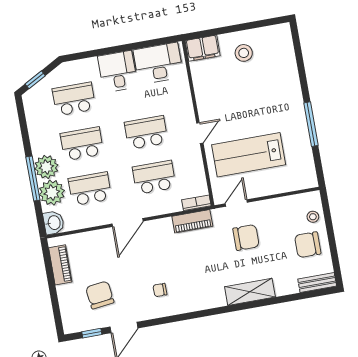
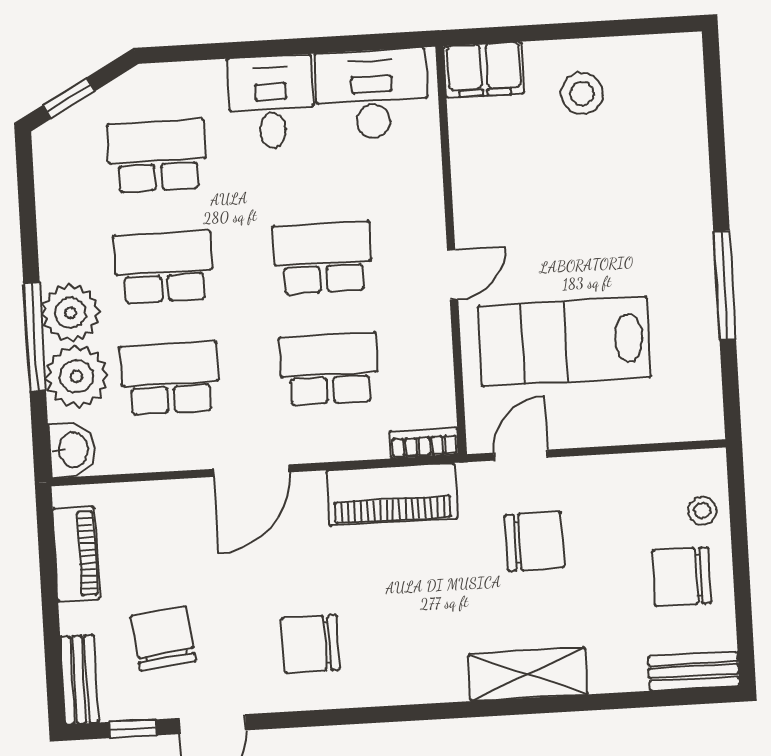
piano: (192, 221) -> (392, 494), width x1.37, depth x1.33
chair: (160, 290) -> (310, 644), width x1.87, depth x1.87
bench: (68, 316) -> (79, 680), added

